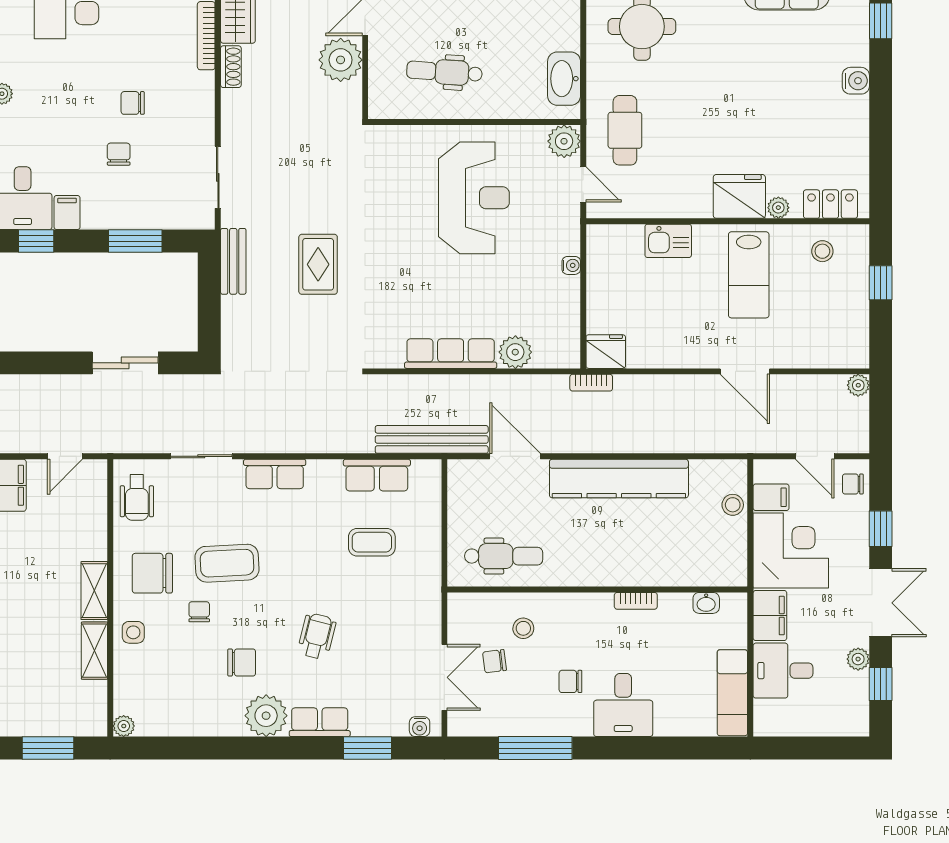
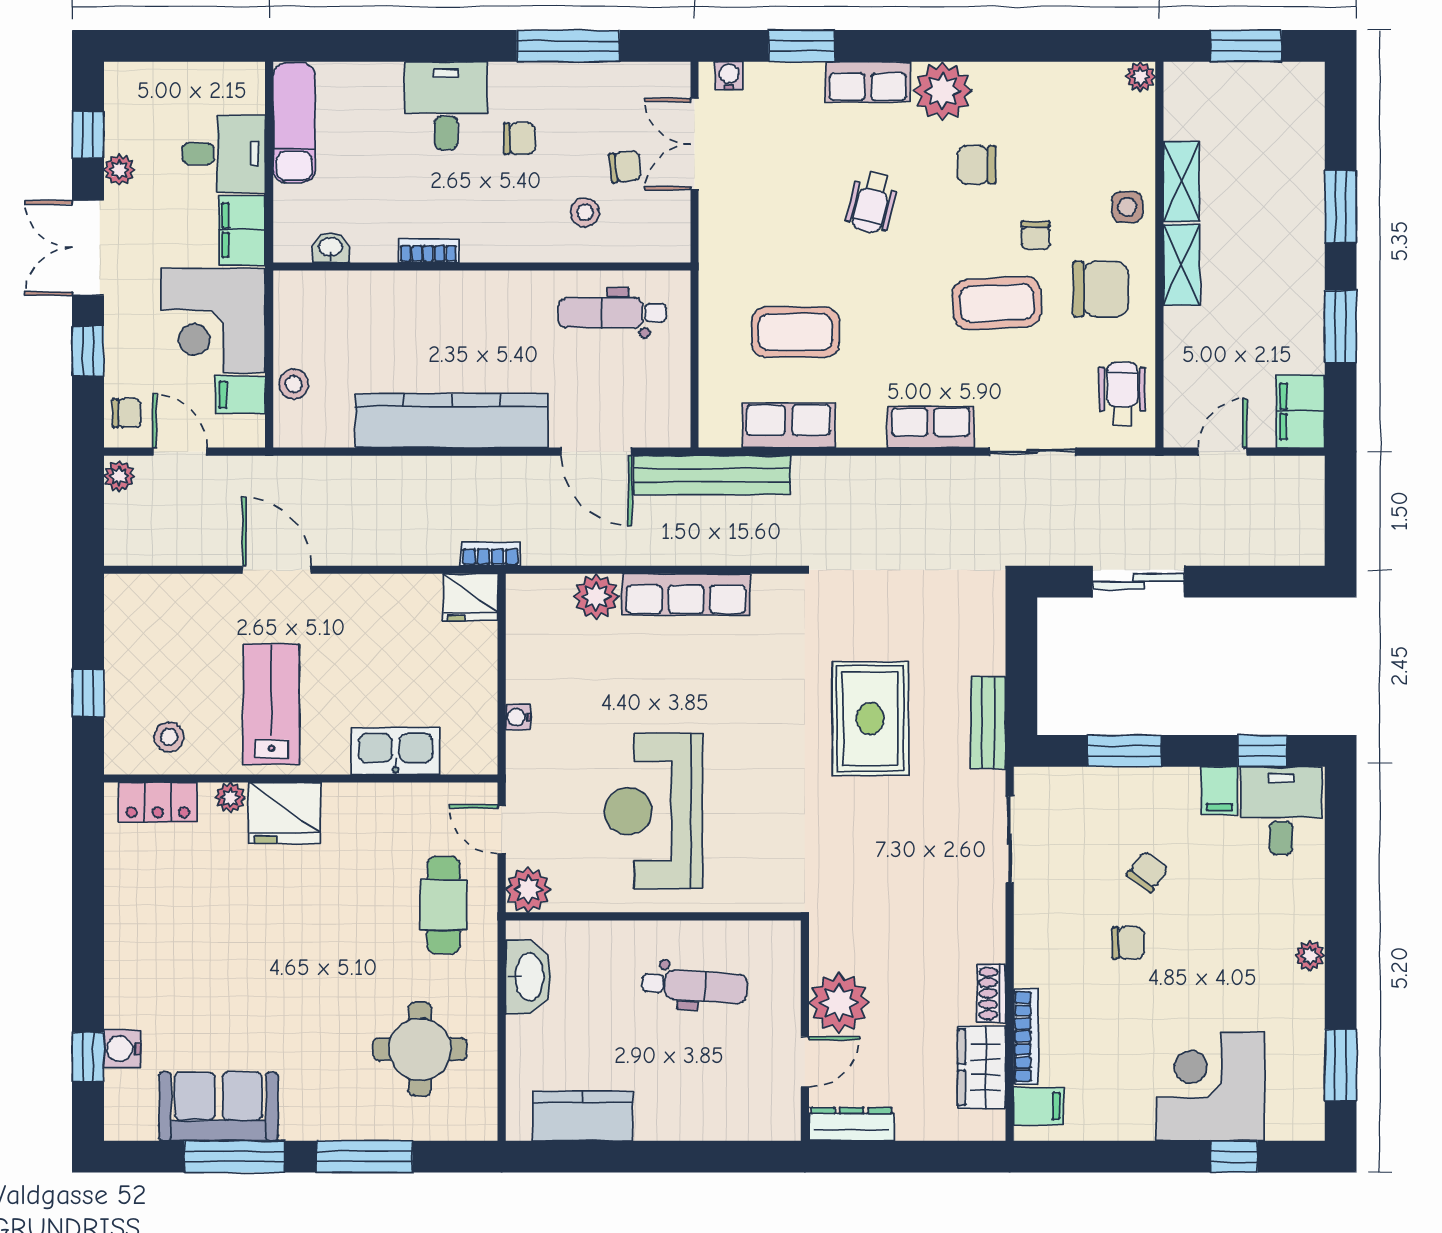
water cooler: (856, 81) -> (122, 1049), moved
chair: (119, 154) -> (1148, 872), turned -143
kitchen sink: (668, 241) -> (395, 751), width x1.38
rug: (318, 264) -> (870, 719), width x1.36, depth x1.43
plant: (858, 385) -> (119, 476), moved
coffee table: (372, 542) -> (795, 332), width x1.36, depth x1.30

